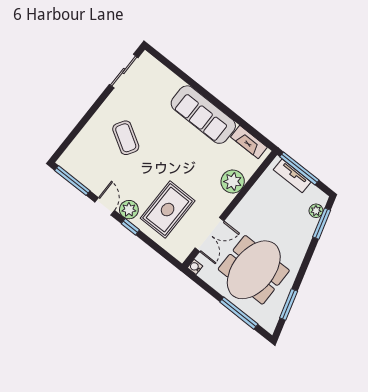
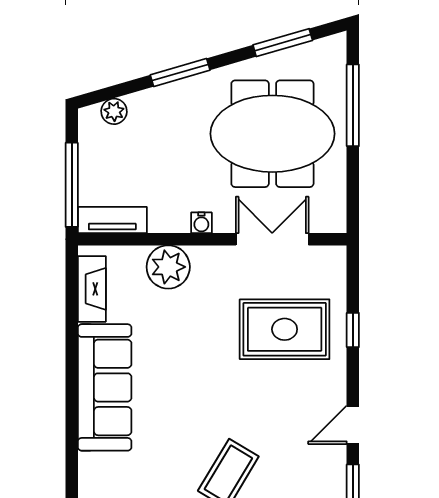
tv unit: (292, 176) -> (112, 220), moved, turned -90
plant: (129, 210) -> (329, 386), removed
window: (322, 224) -> (180, 72), moved
window: (130, 227) -> (353, 330), moved
water cooler: (195, 267) -> (201, 223), moved

